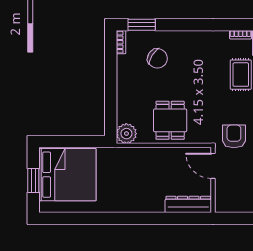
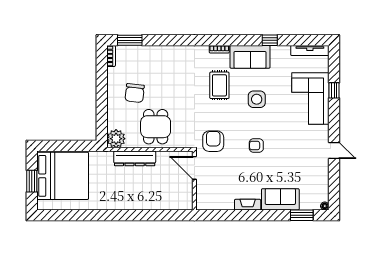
chair: (157, 58) -> (135, 93), moved, turned 64
dresser: (188, 204) -> (135, 158), moved, turned 180

